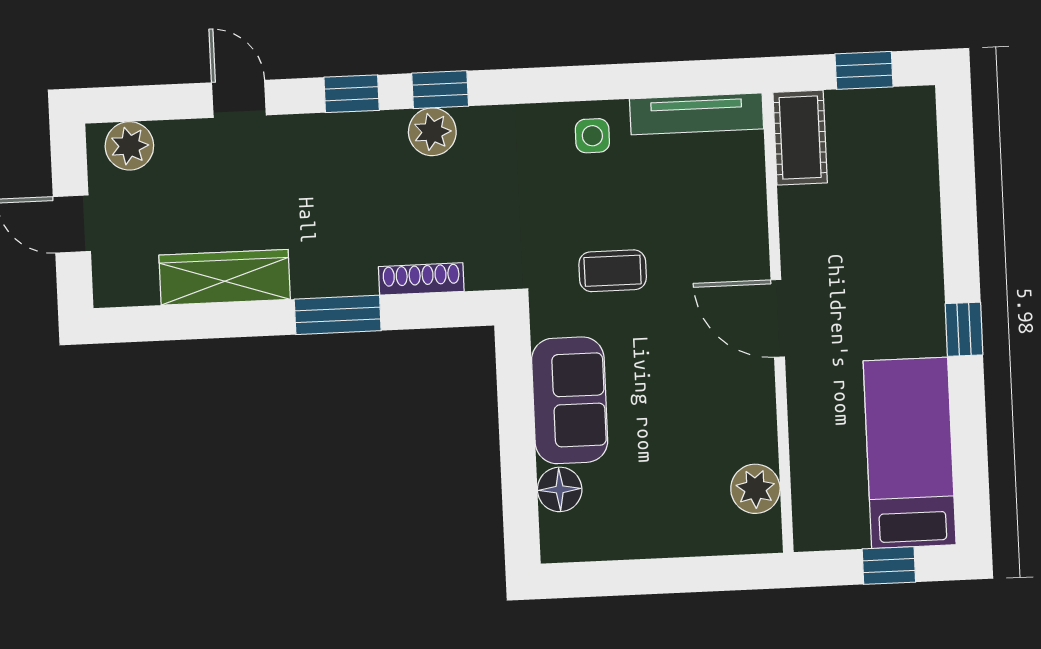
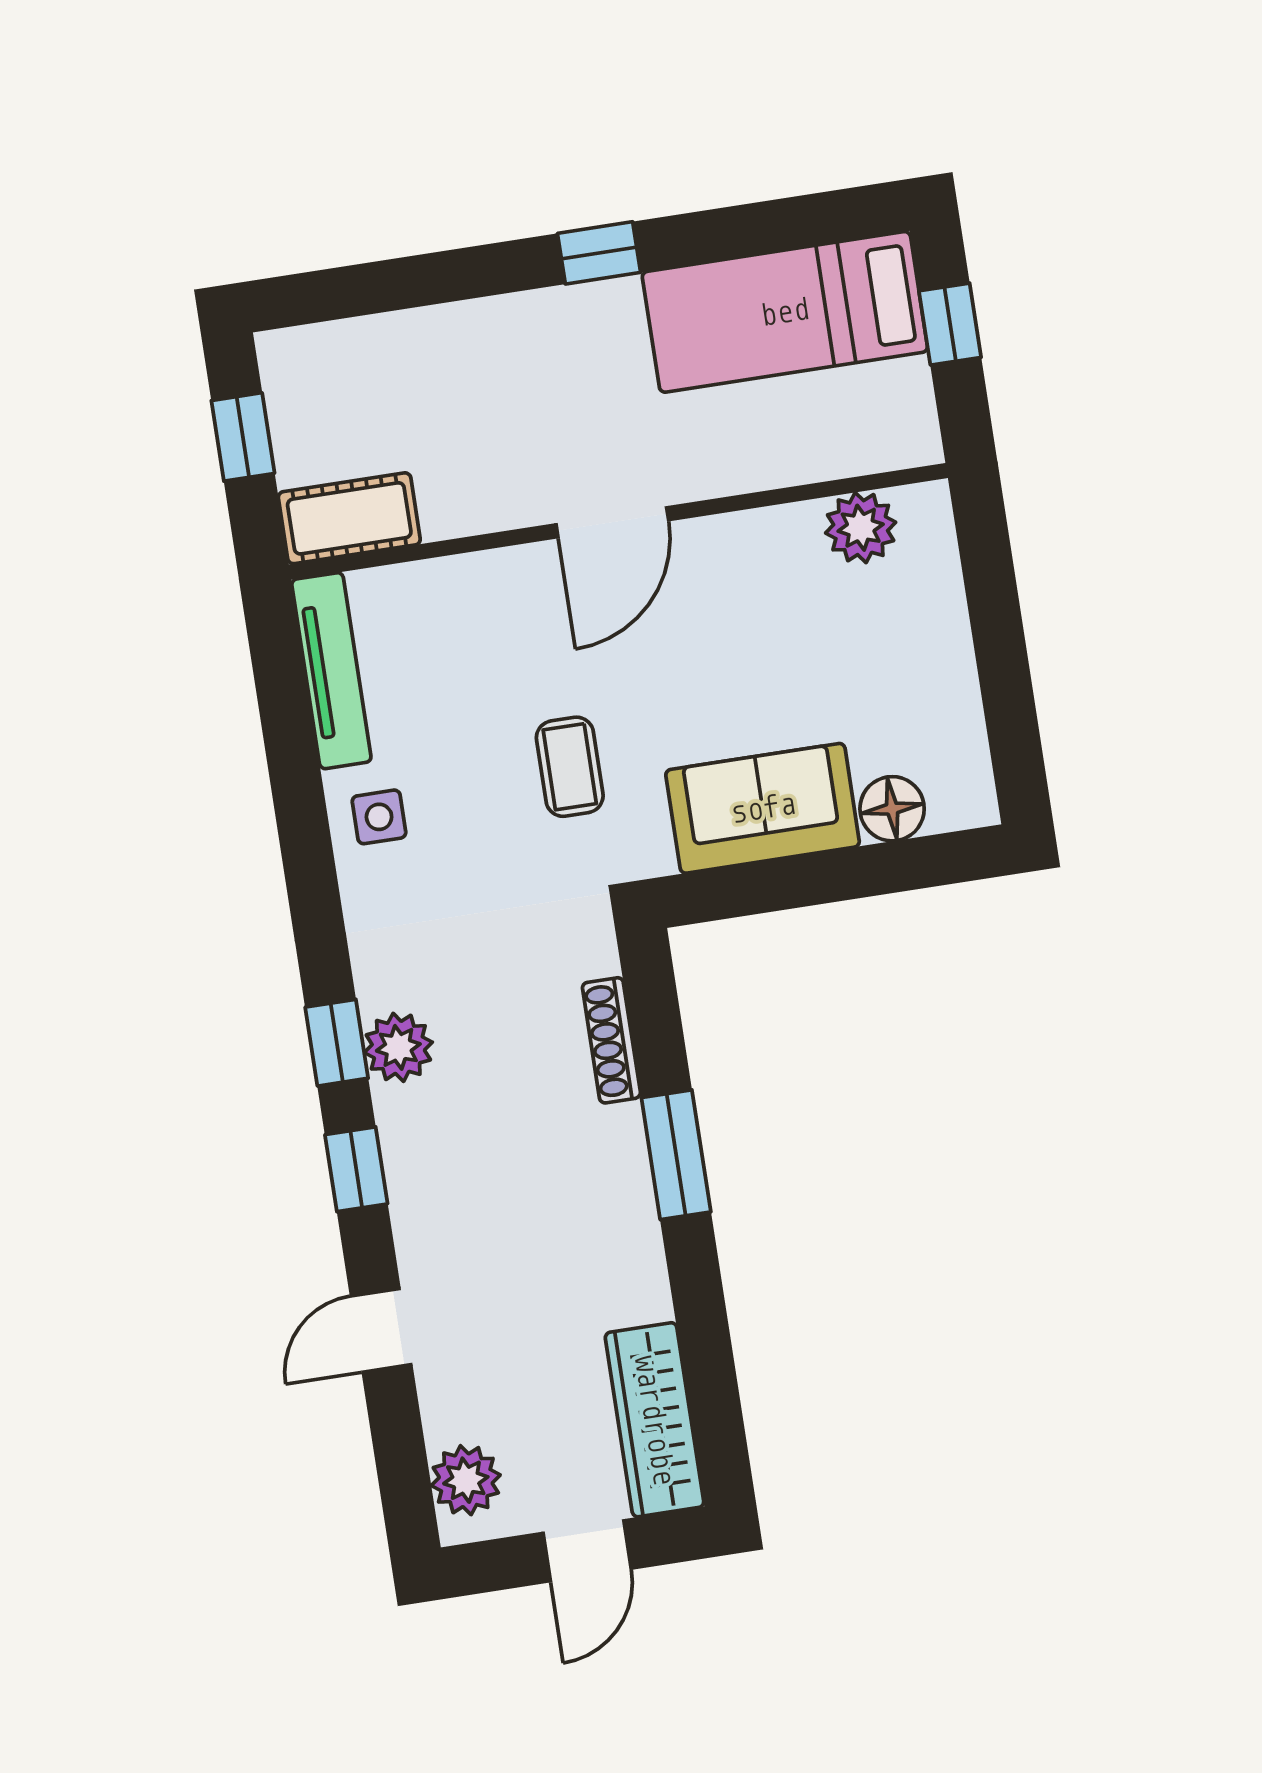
wardrobe: (225, 277) -> (655, 1420), moved

